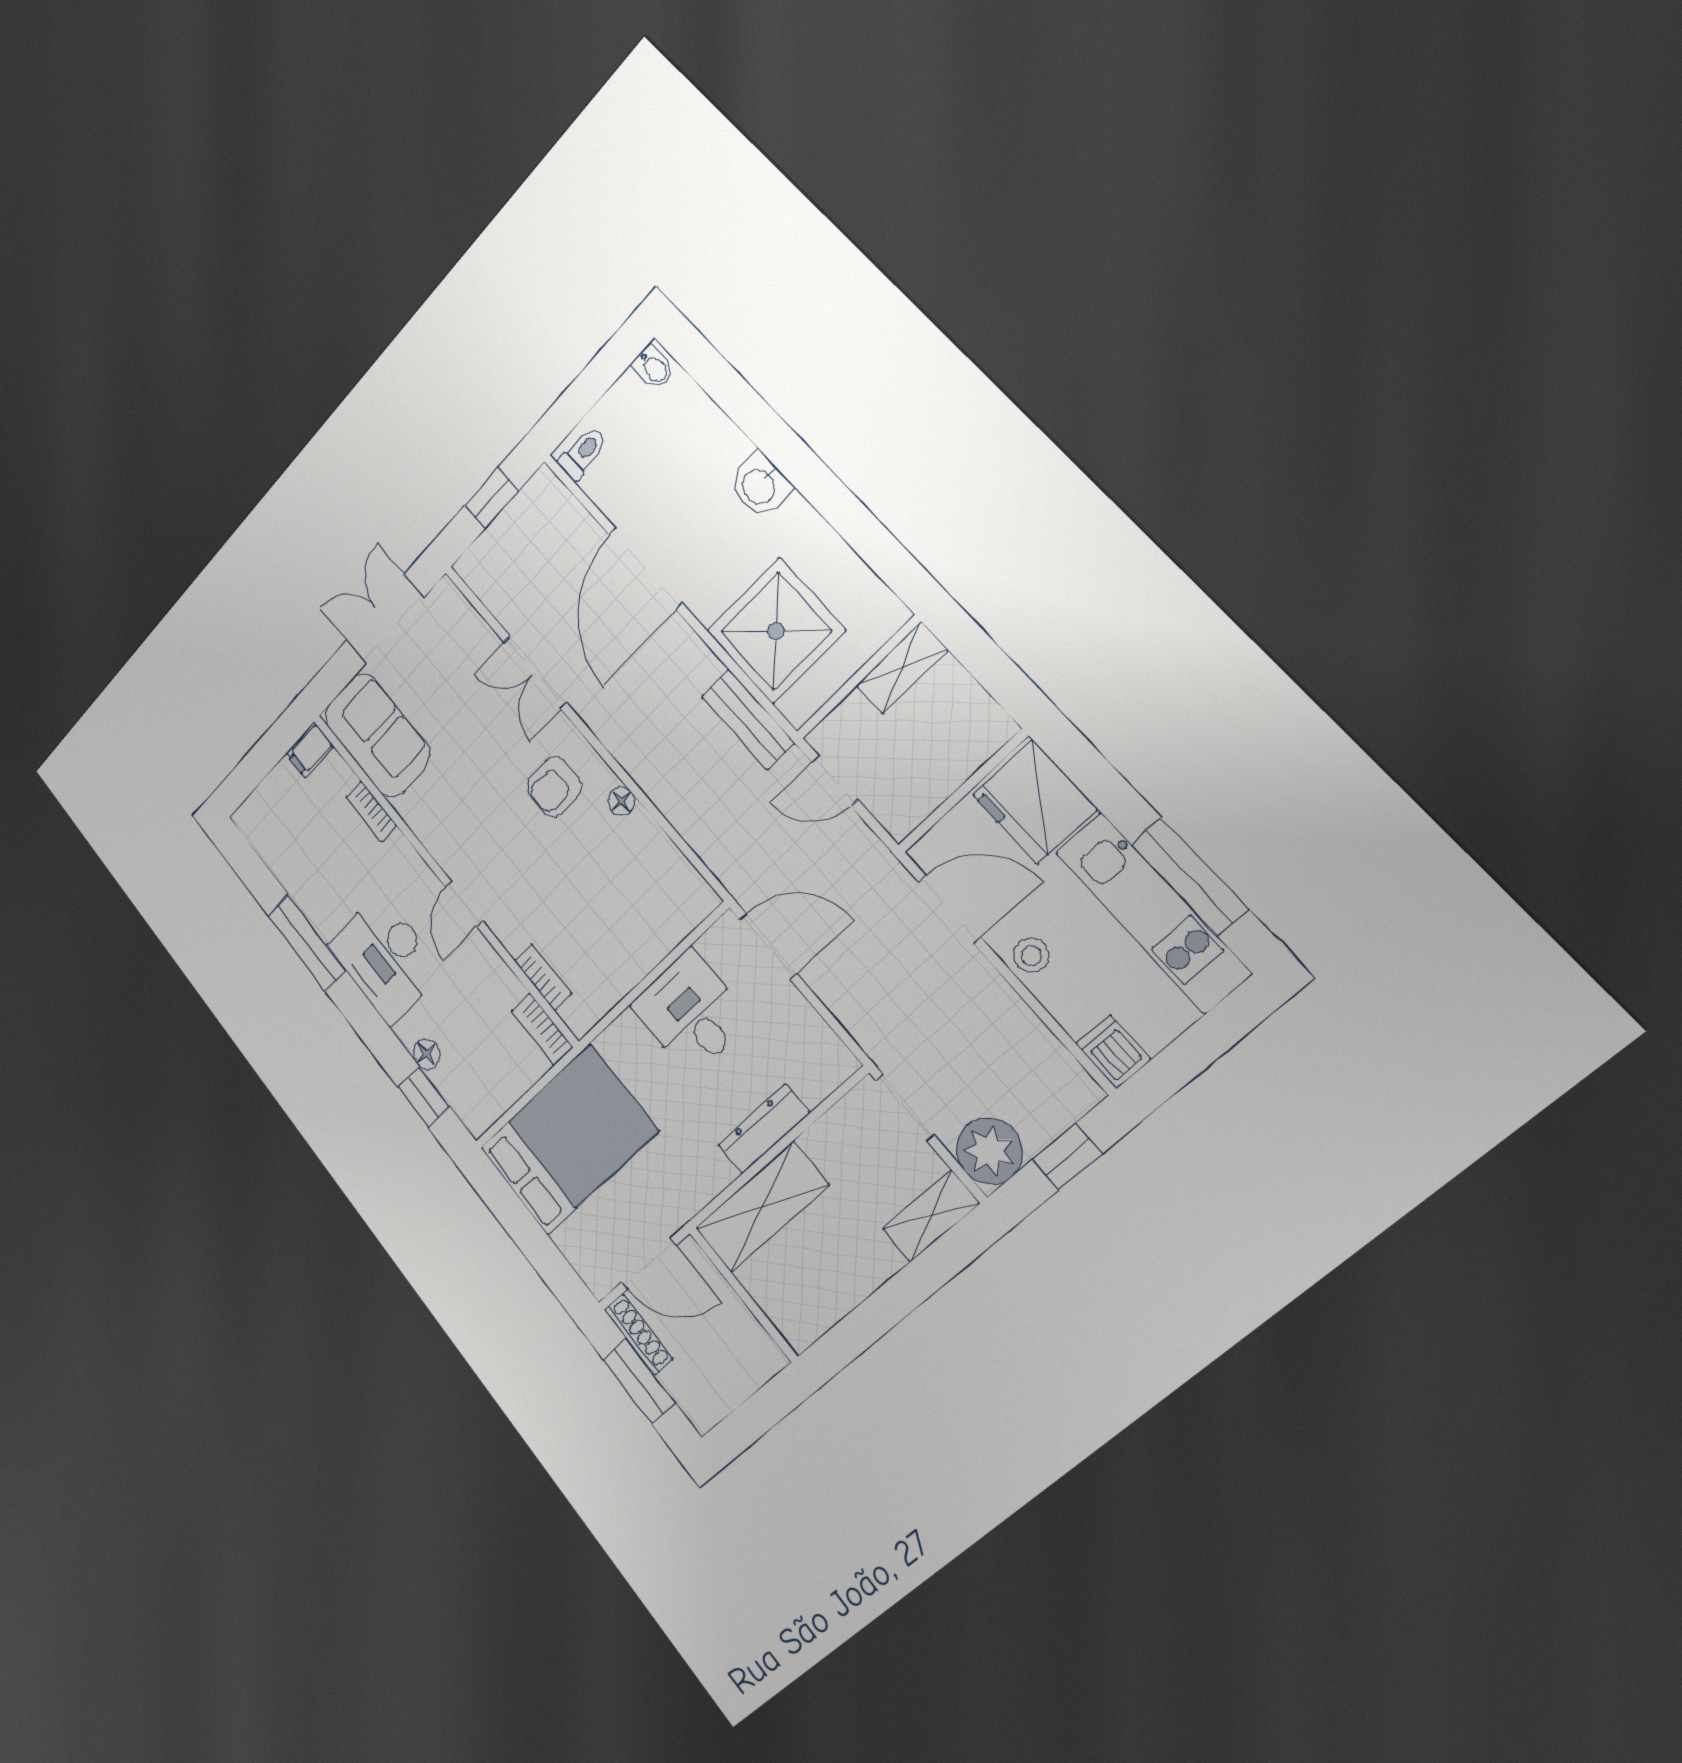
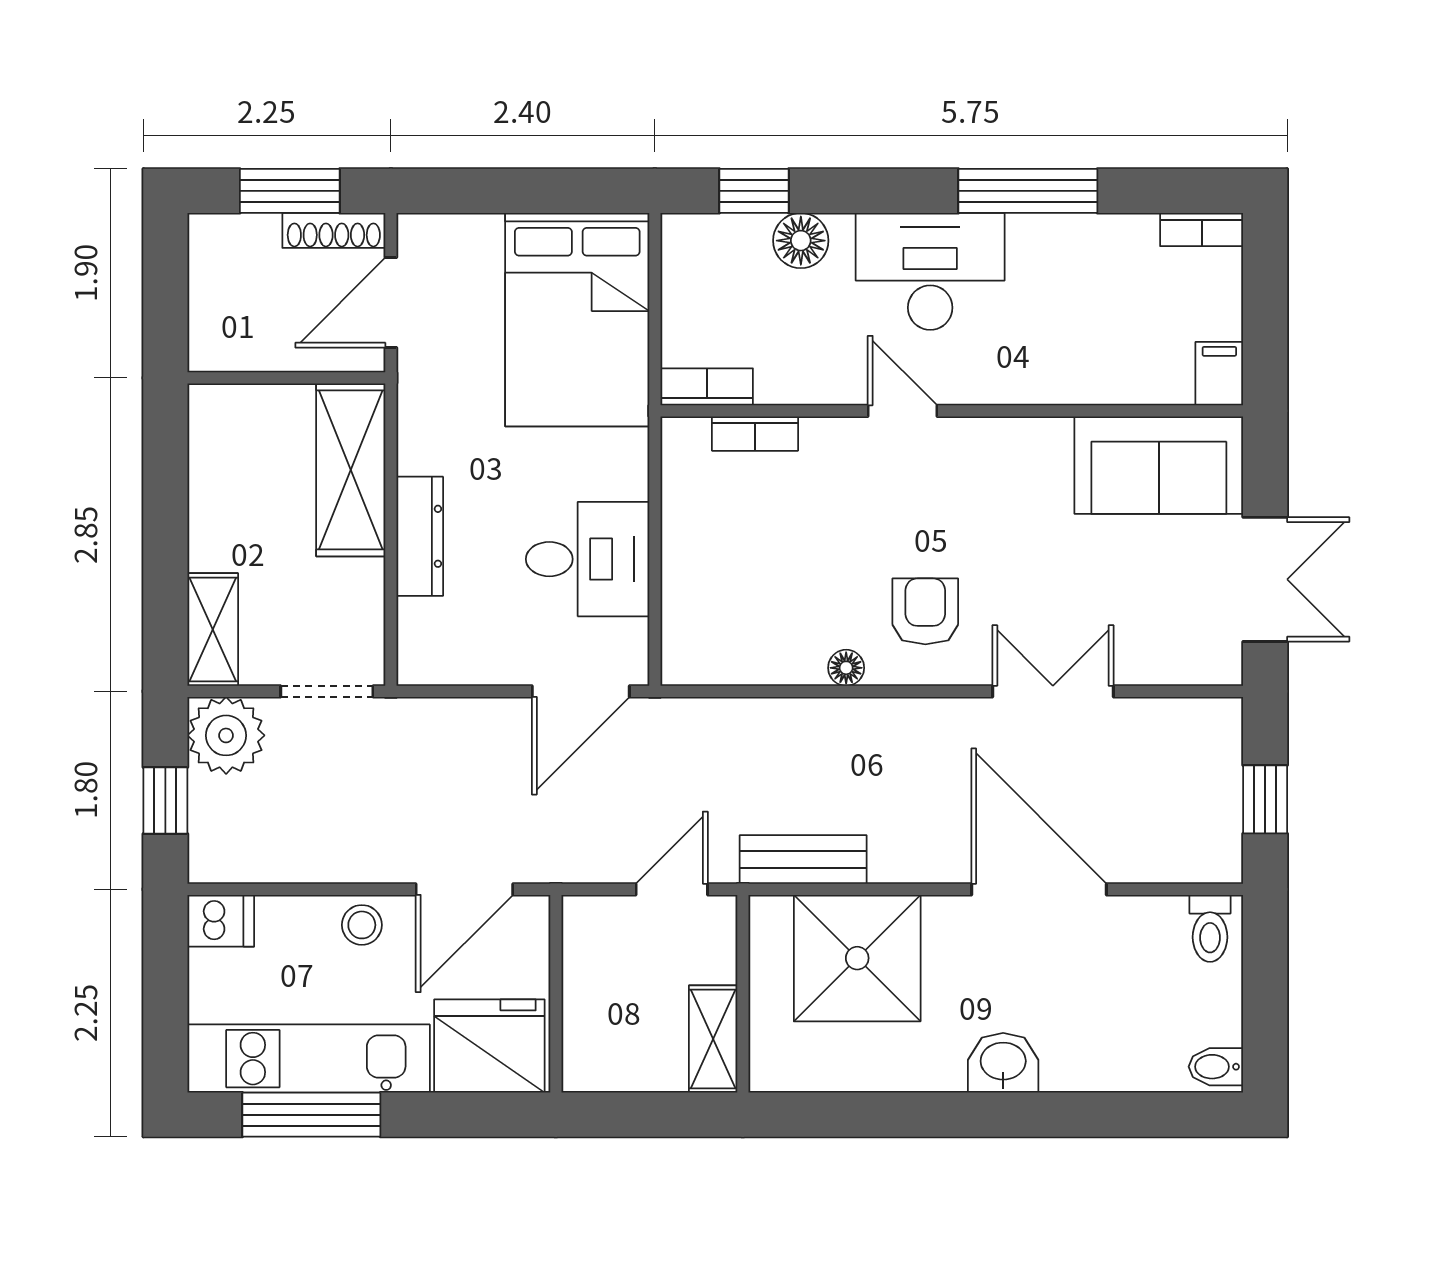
bookcase: (371, 811) -> (1202, 230), moved, turned 180
floor lamp: (427, 1054) -> (801, 241), width x1.37, depth x1.37

